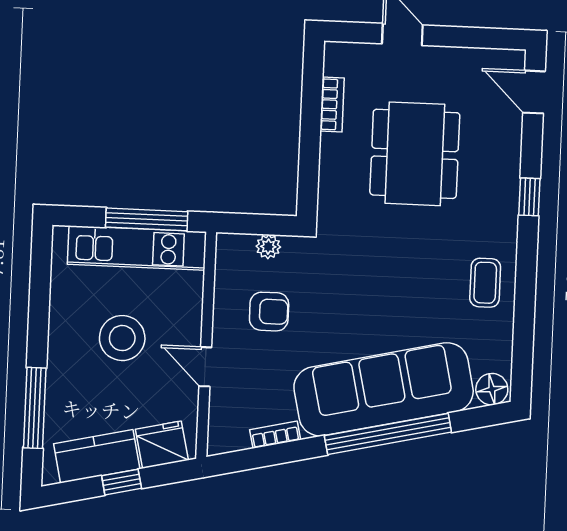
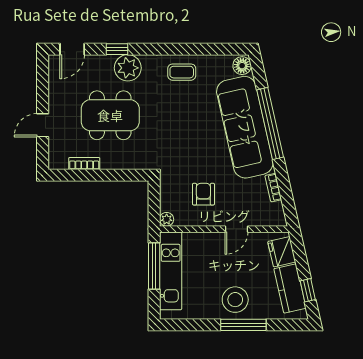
plant: (497, 188) -> (128, 68), added
window: (529, 197) -> (117, 49), moved
plant: (268, 247) -> (167, 219), moved
stool: (122, 338) -> (235, 300), moved
window: (35, 408) -> (243, 325), moved
window: (122, 482) -> (308, 290), moved

